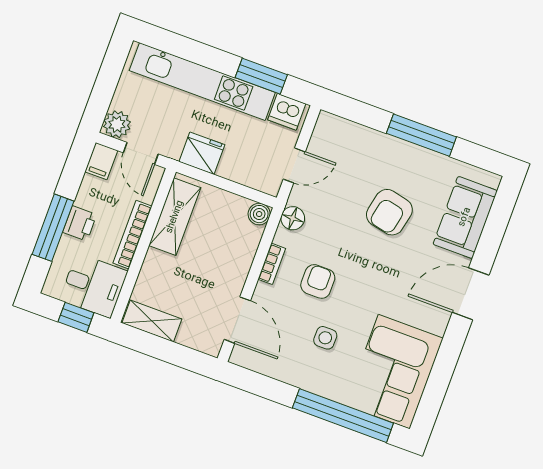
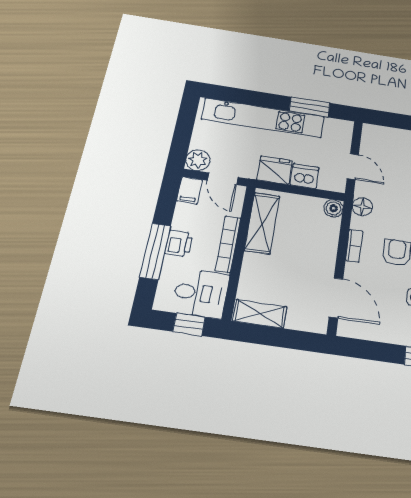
dishwasher: (287, 112) -> (304, 176), moved, turned 180
door: (294, 165) -> (353, 167), hinge flipped

